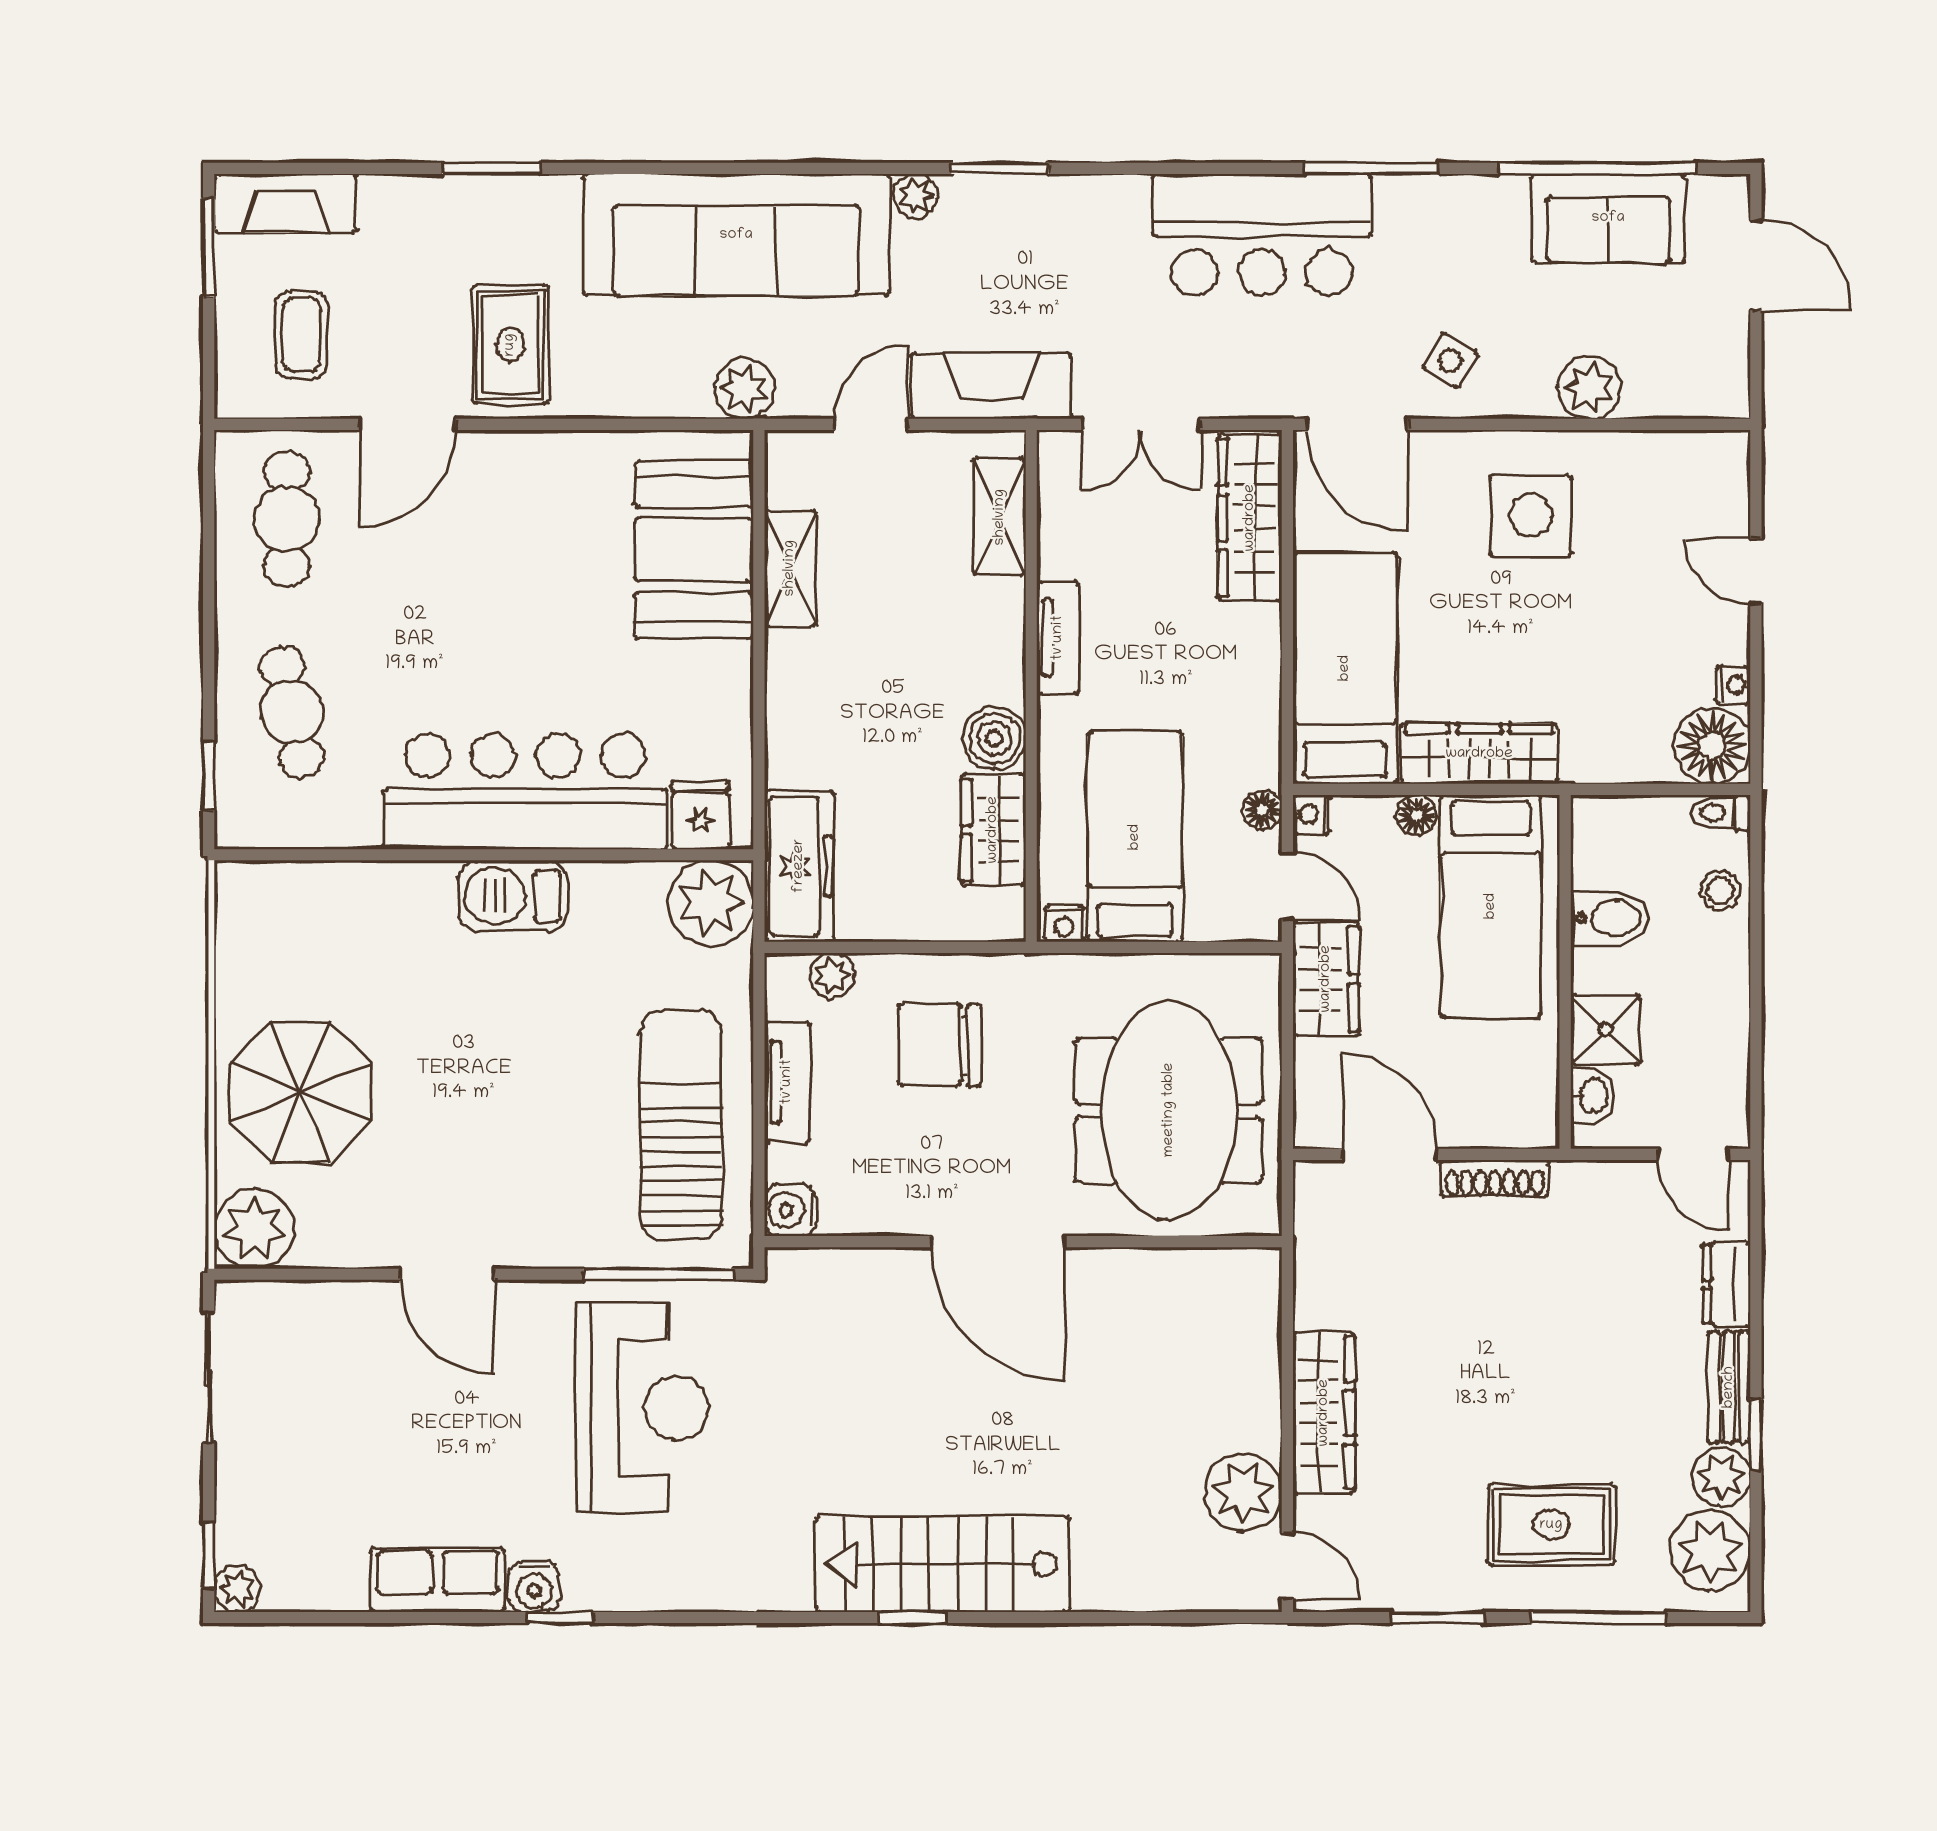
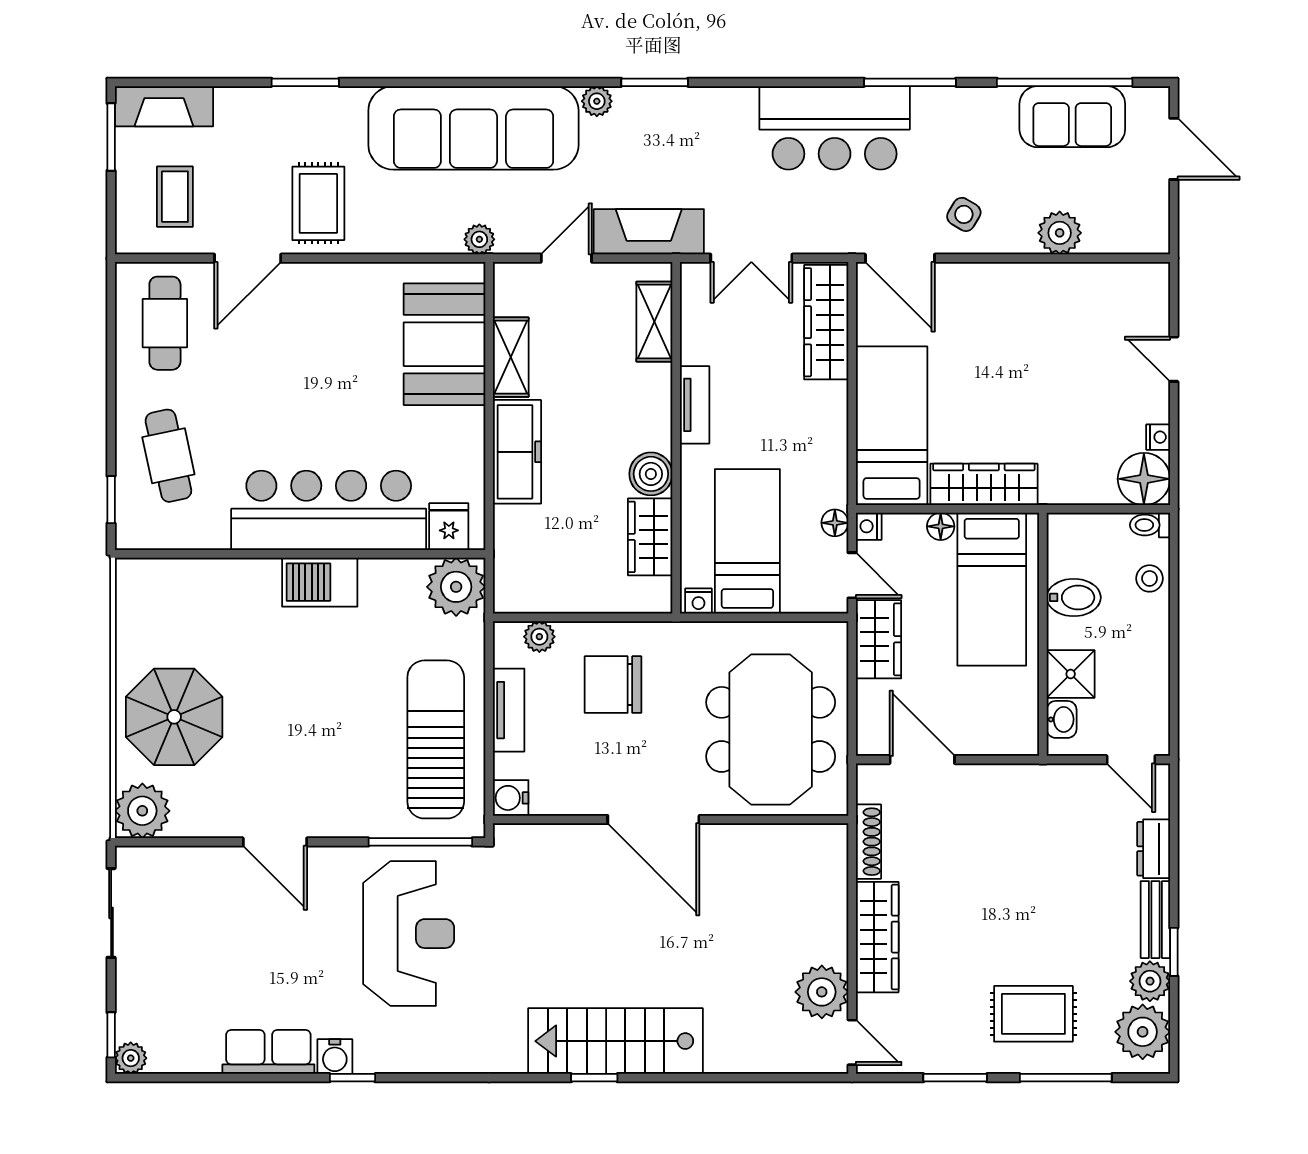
plant: (745, 389) -> (479, 239), width x0.73, depth x0.73
side table: (1531, 516) -> (1019, 321), removed
freezer: (799, 866) -> (517, 452), moved
shoe rack: (1495, 1178) -> (868, 842), moved, turned -90

